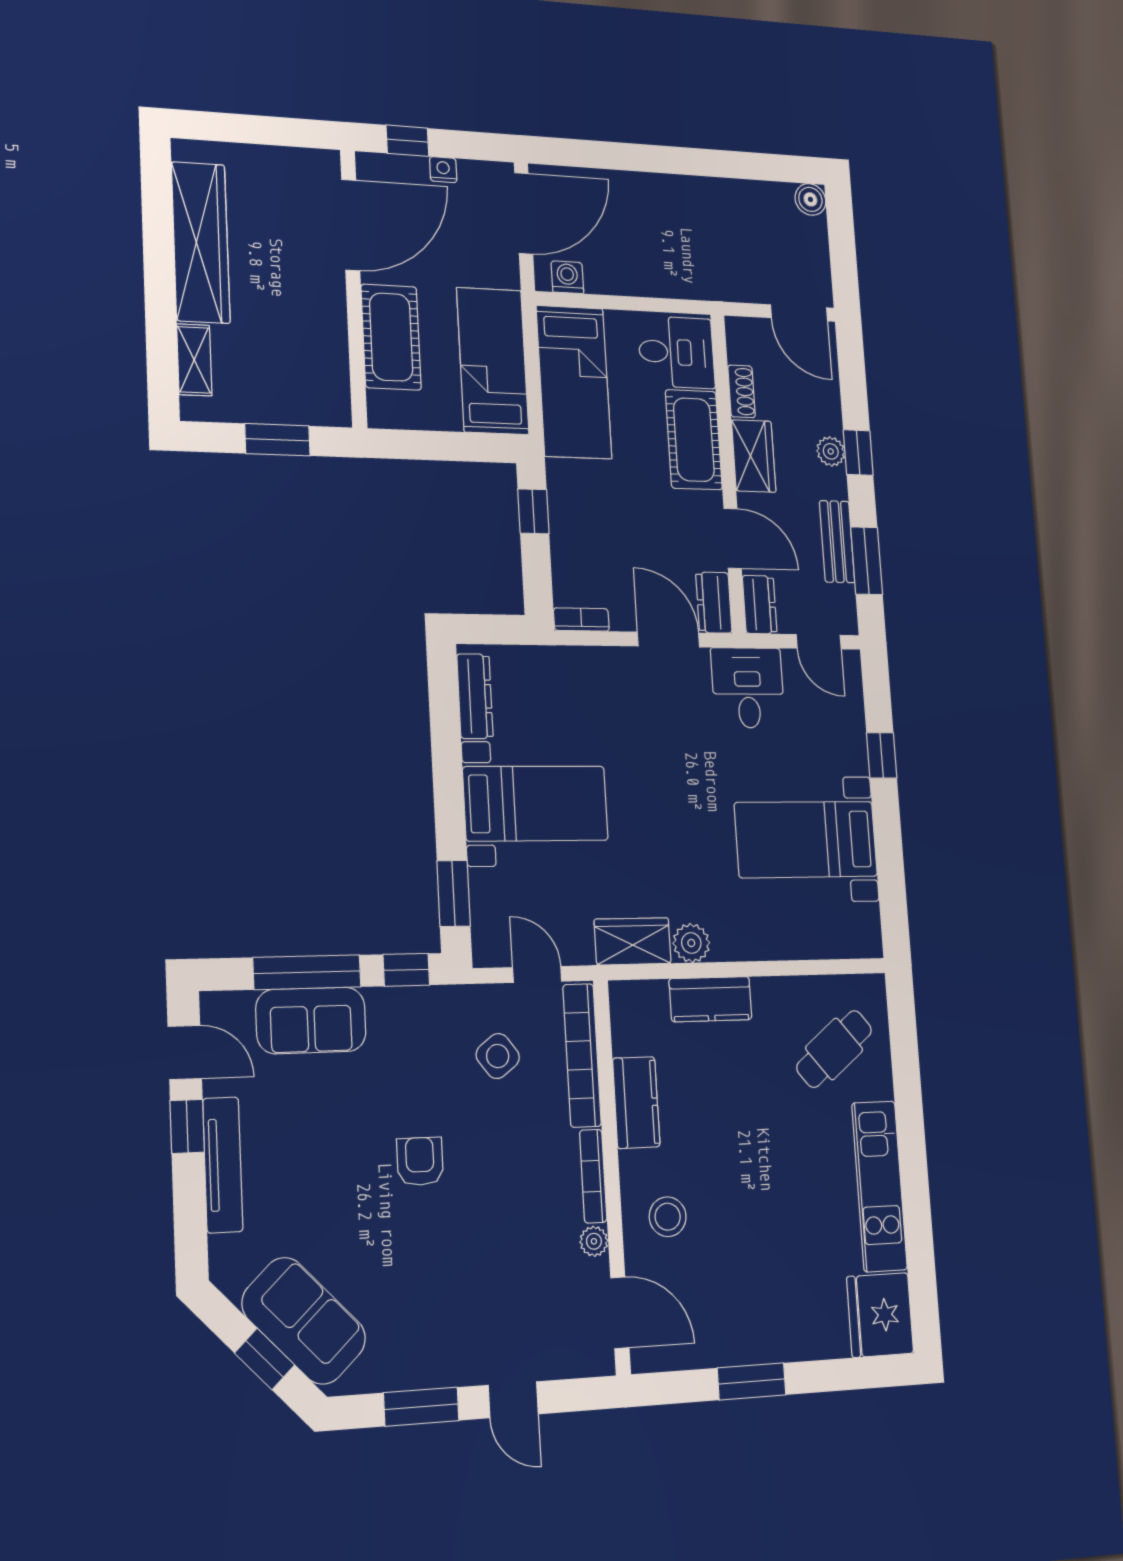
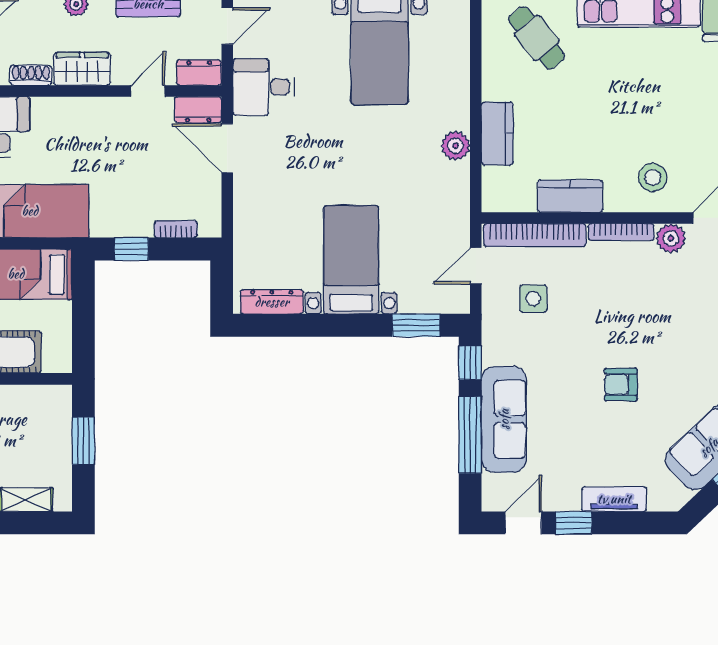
cot: (694, 440) -> (71, 117), removed
door: (733, 538) -> (148, 91), width x0.73
bookcase: (581, 620) -> (176, 229), moved, turned 90
door: (669, 640) -> (227, 148), hinge flipped
wardrobe: (633, 941) -> (453, 191), removed
sofa: (311, 1020) -> (504, 419), width x1.36
side table: (498, 1056) -> (533, 299), turned 37
armchair: (420, 1161) -> (621, 385), moved
tv unit: (223, 1165) -> (614, 499), width x0.71
plant: (594, 1241) -> (671, 238), width x1.38, depth x1.38

